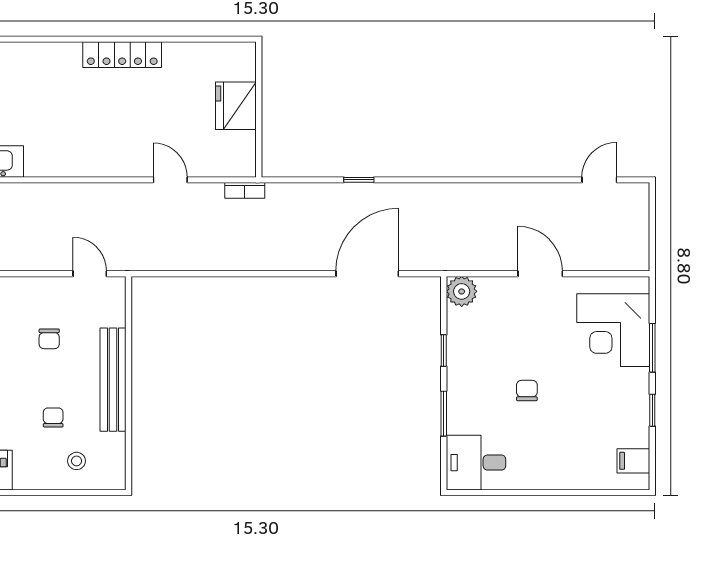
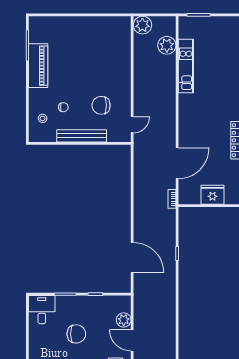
door: (170, 180) -> (177, 163), width x1.88
door: (540, 274) -> (132, 340), swing flipped
plant: (462, 291) -> (124, 320), moved
chair: (49, 339) -> (101, 105), width x1.87, depth x1.87
chair: (527, 390) -> (76, 334), width x1.87, depth x1.87

